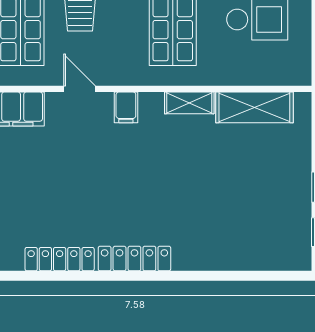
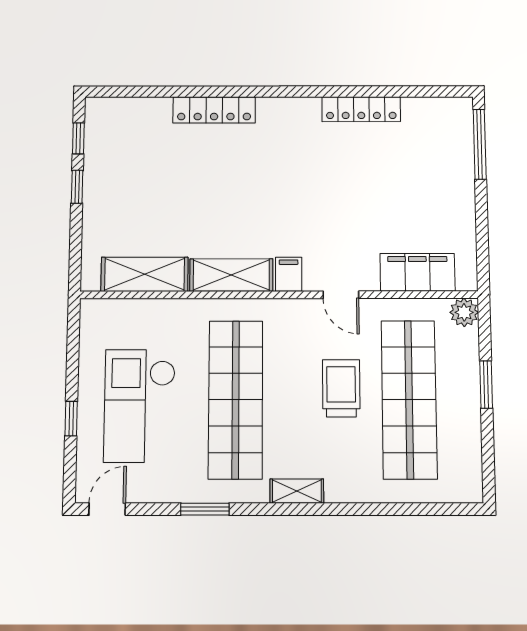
shelving: (189, 103) -> (231, 275), width x1.50, depth x1.33
locker: (134, 259) -> (214, 110), moved

